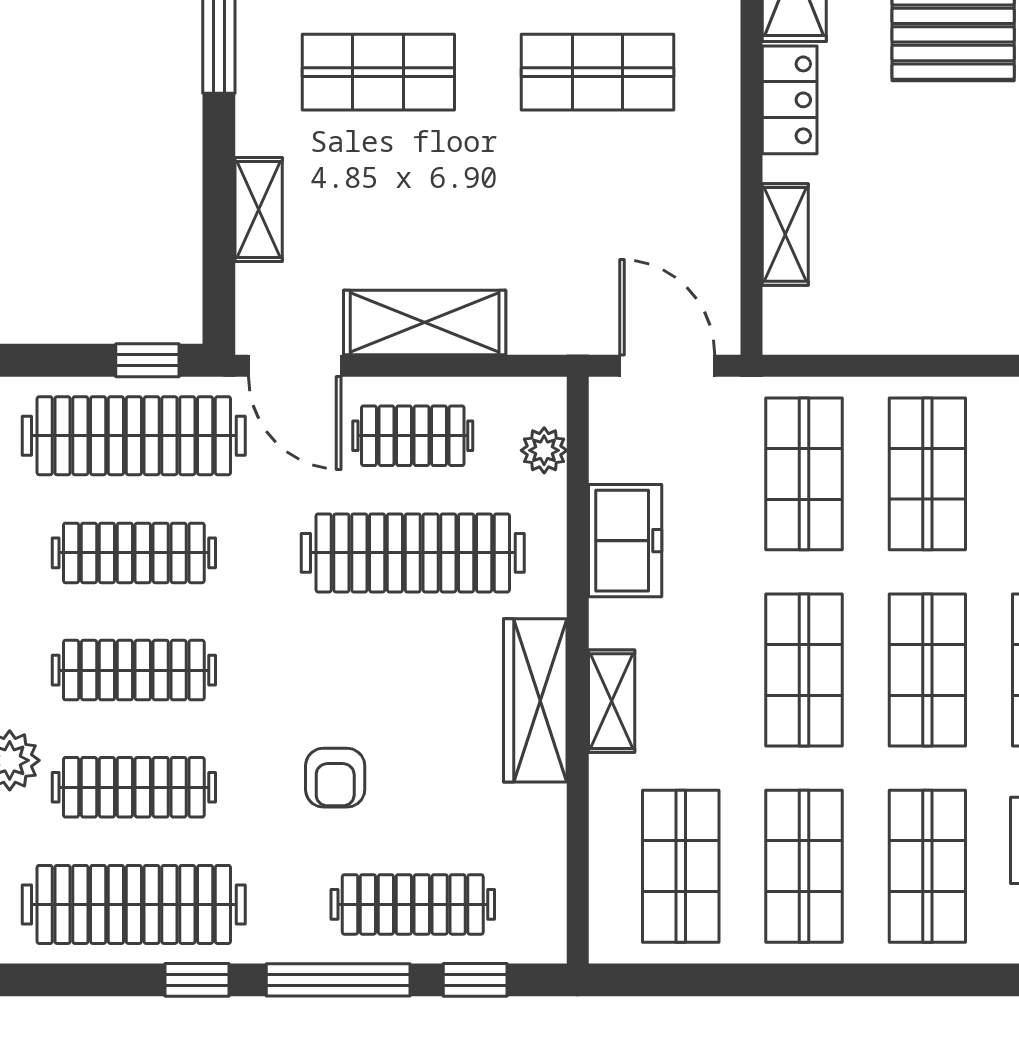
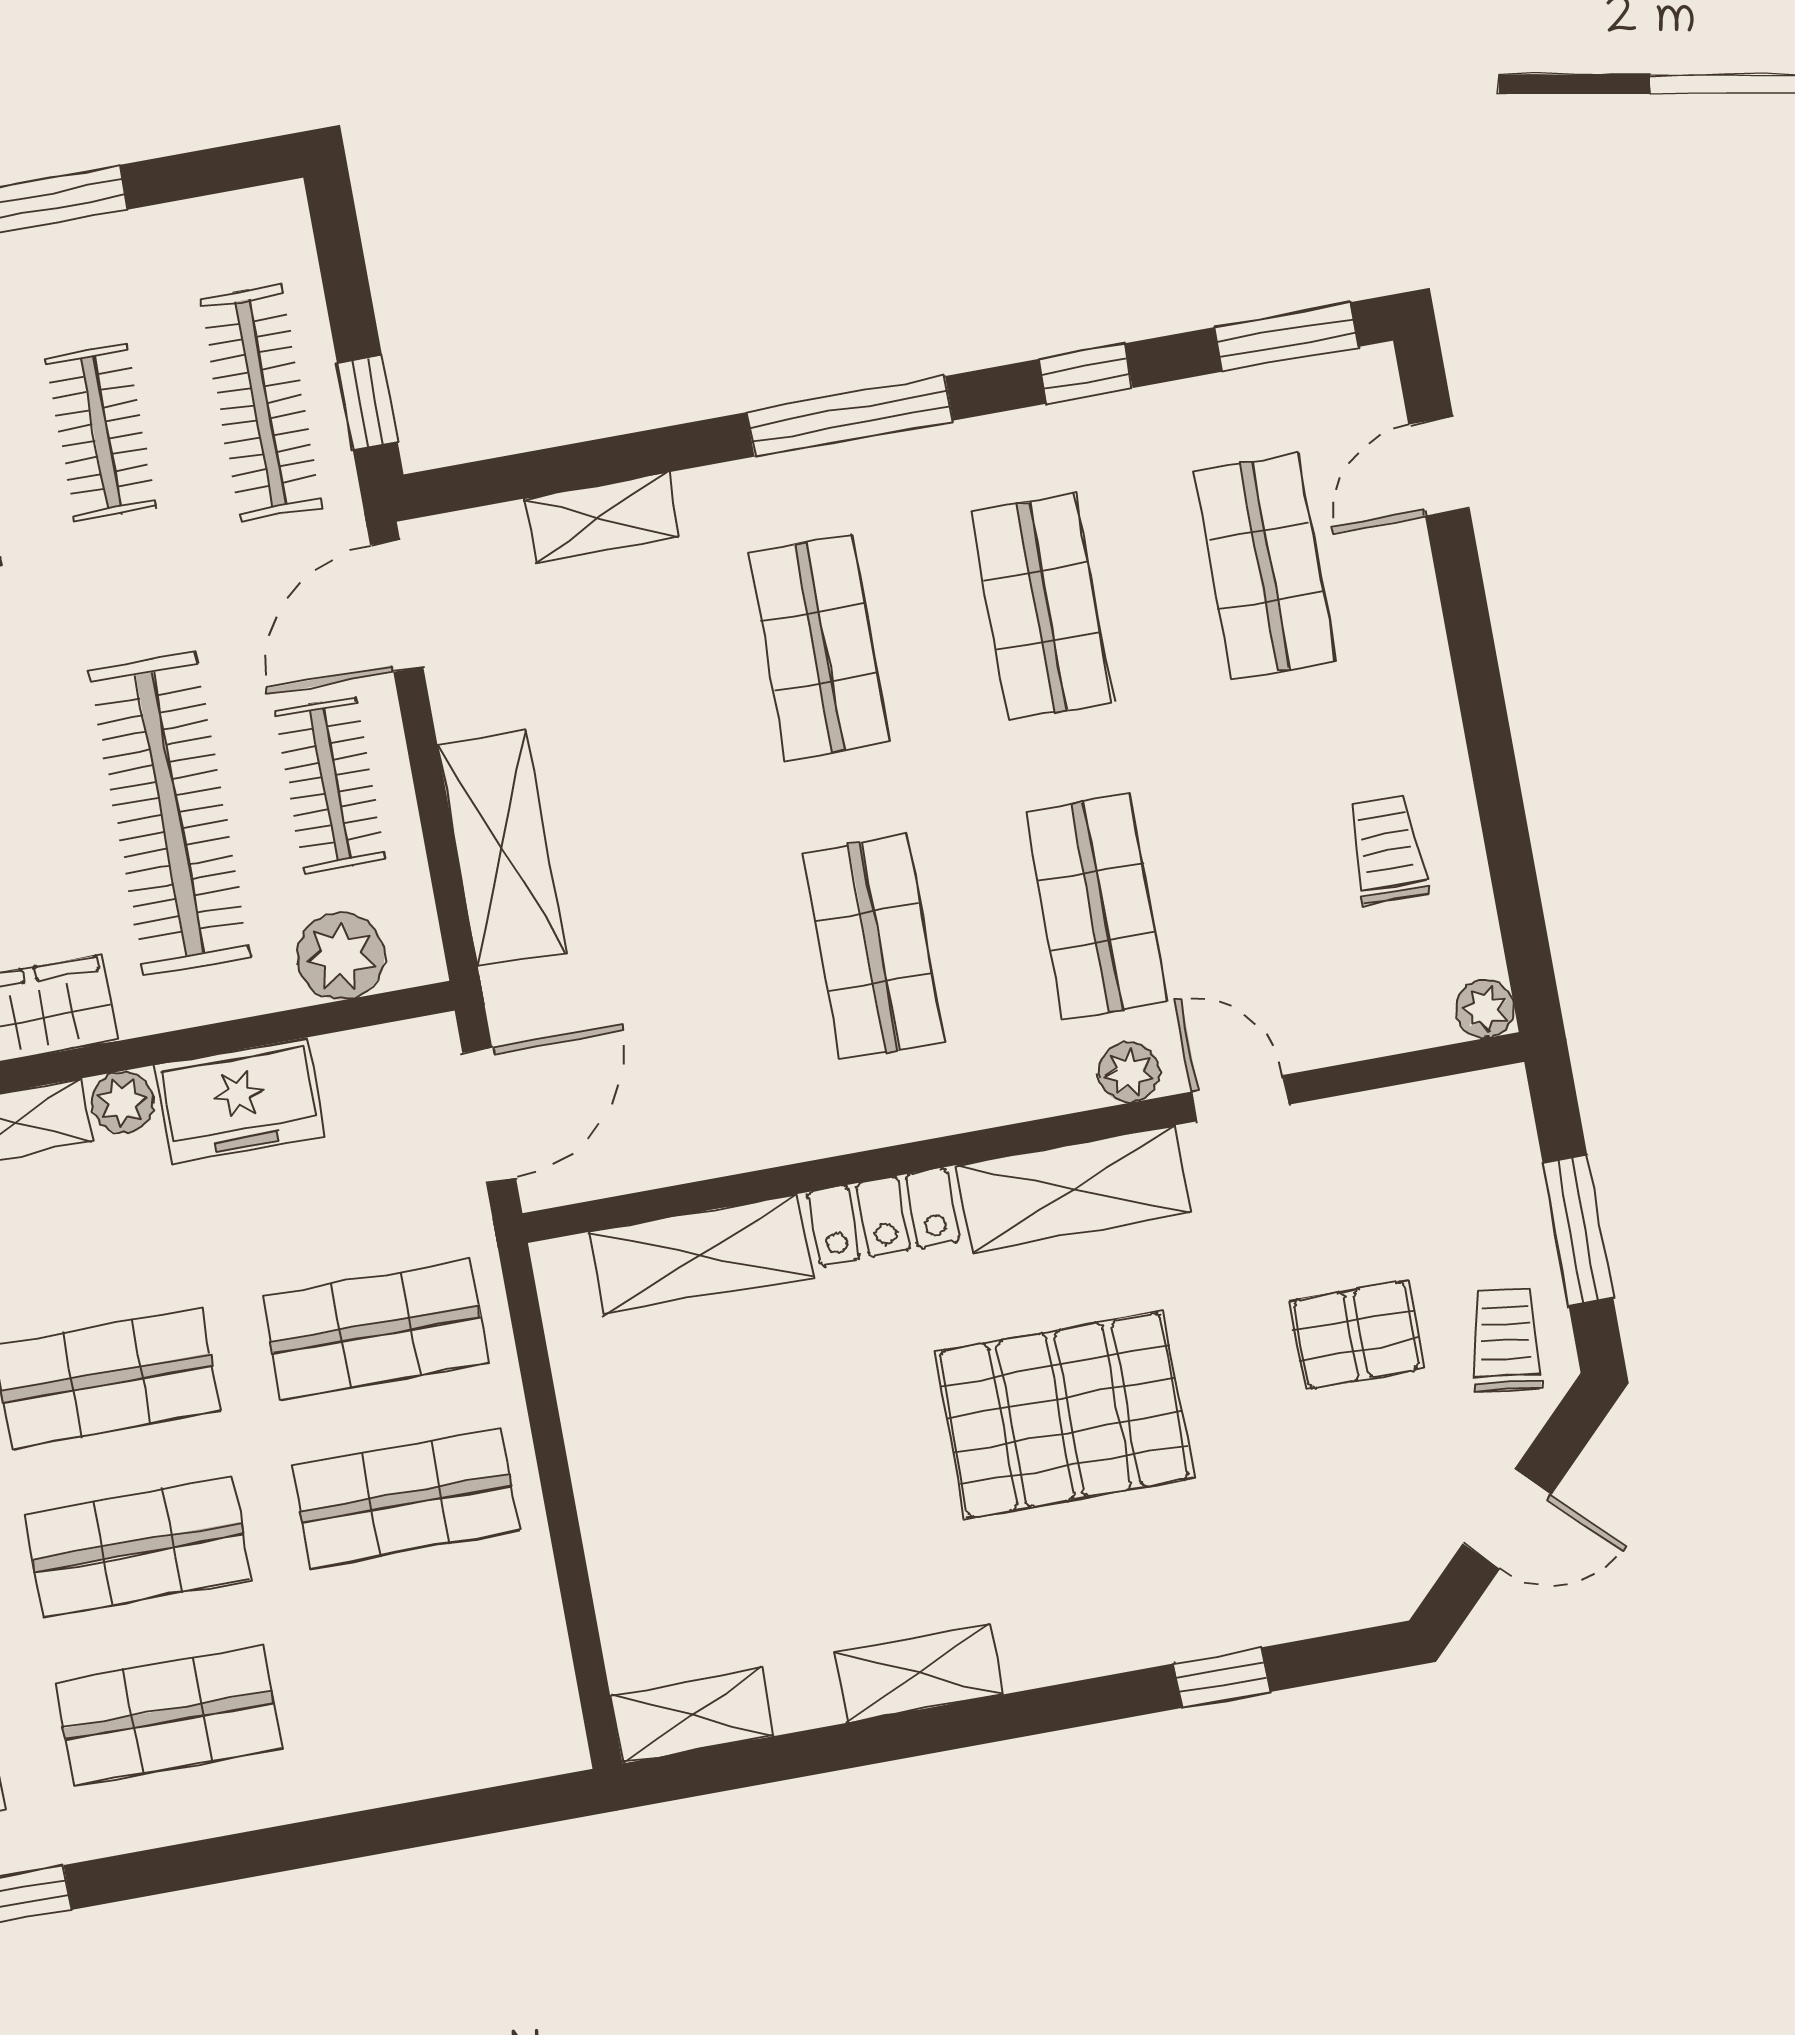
shelving: (785, 234) -> (700, 1255), width x1.50, depth x1.33
shelving: (425, 322) -> (502, 848), moved
clothes rail: (134, 436) -> (261, 403), width x0.73, depth x0.76
plant: (544, 450) -> (341, 956), width x1.38, depth x1.38
clothes rail: (134, 553) -> (100, 432), width x0.73
plant: (611, 623) -> (123, 1102), added

